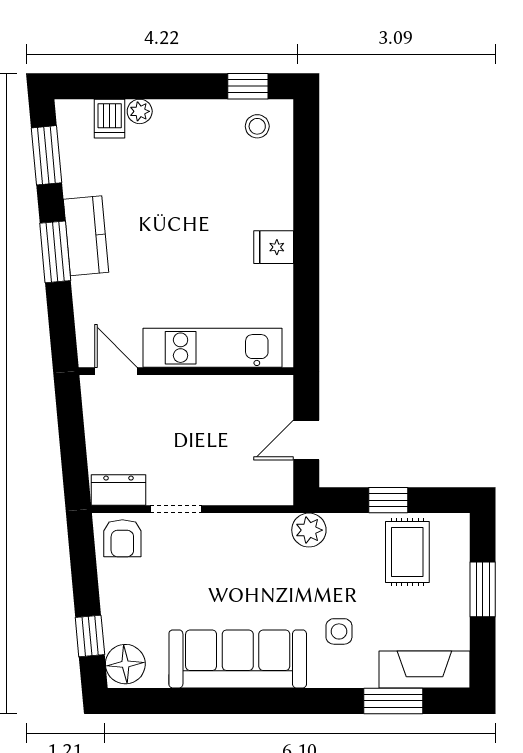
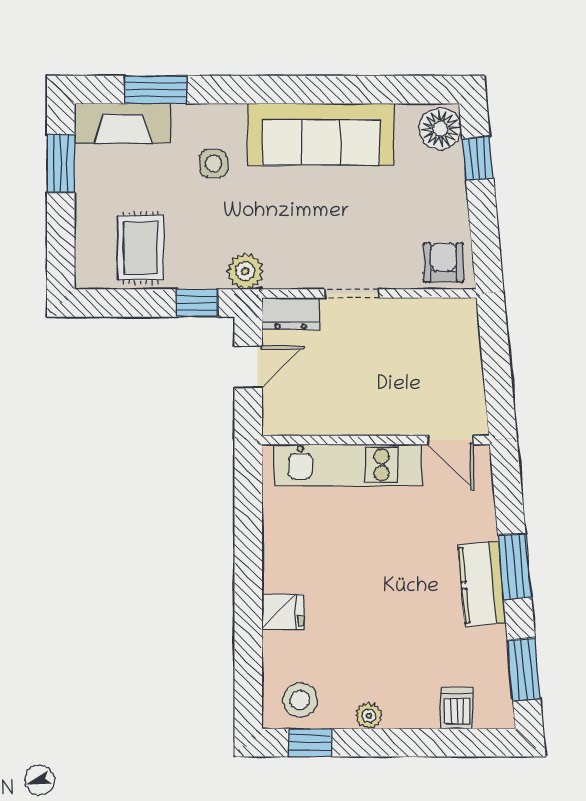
plant: (140, 111) -> (369, 716), moved
stool: (257, 126) -> (300, 700), width x1.37, depth x1.37
fridge: (274, 247) -> (283, 612), moved
dresser: (119, 490) -> (291, 314), moved
window: (388, 500) -> (197, 303), moved
doorway: (176, 509) -> (352, 293), moved
window: (483, 589) -> (61, 164), moved

